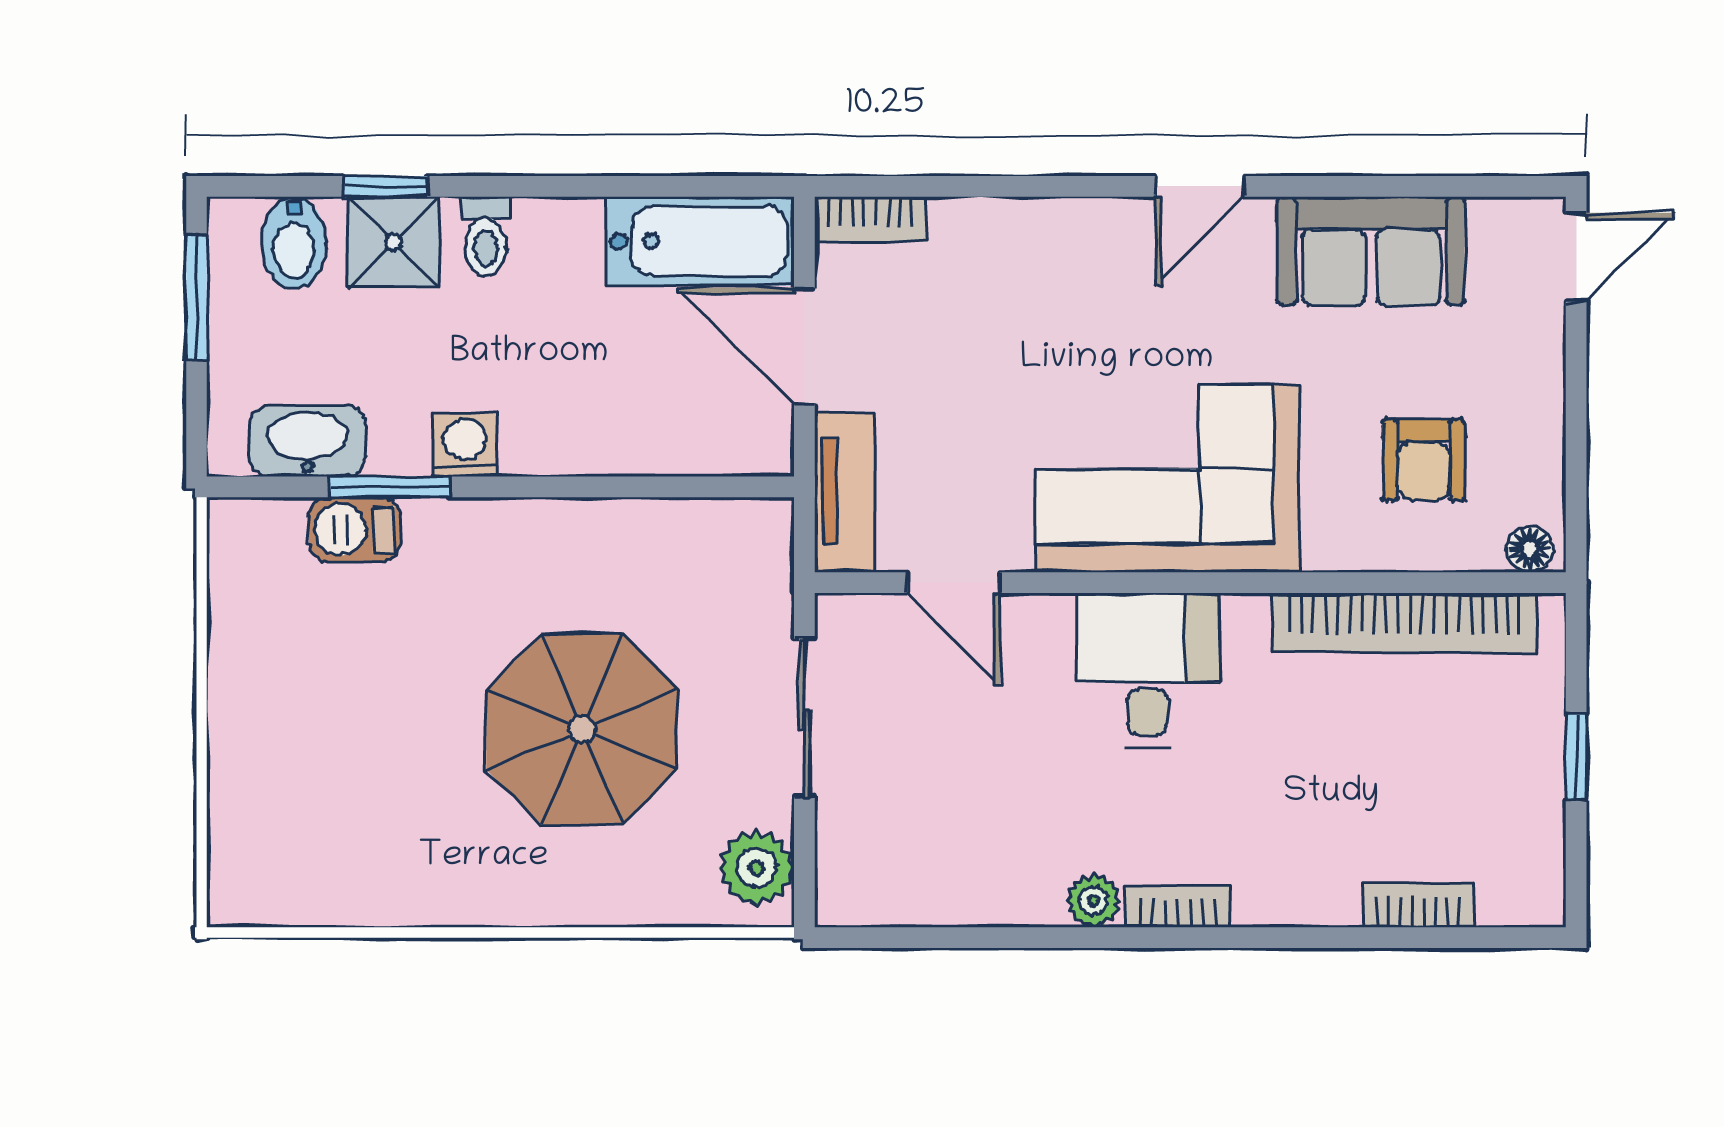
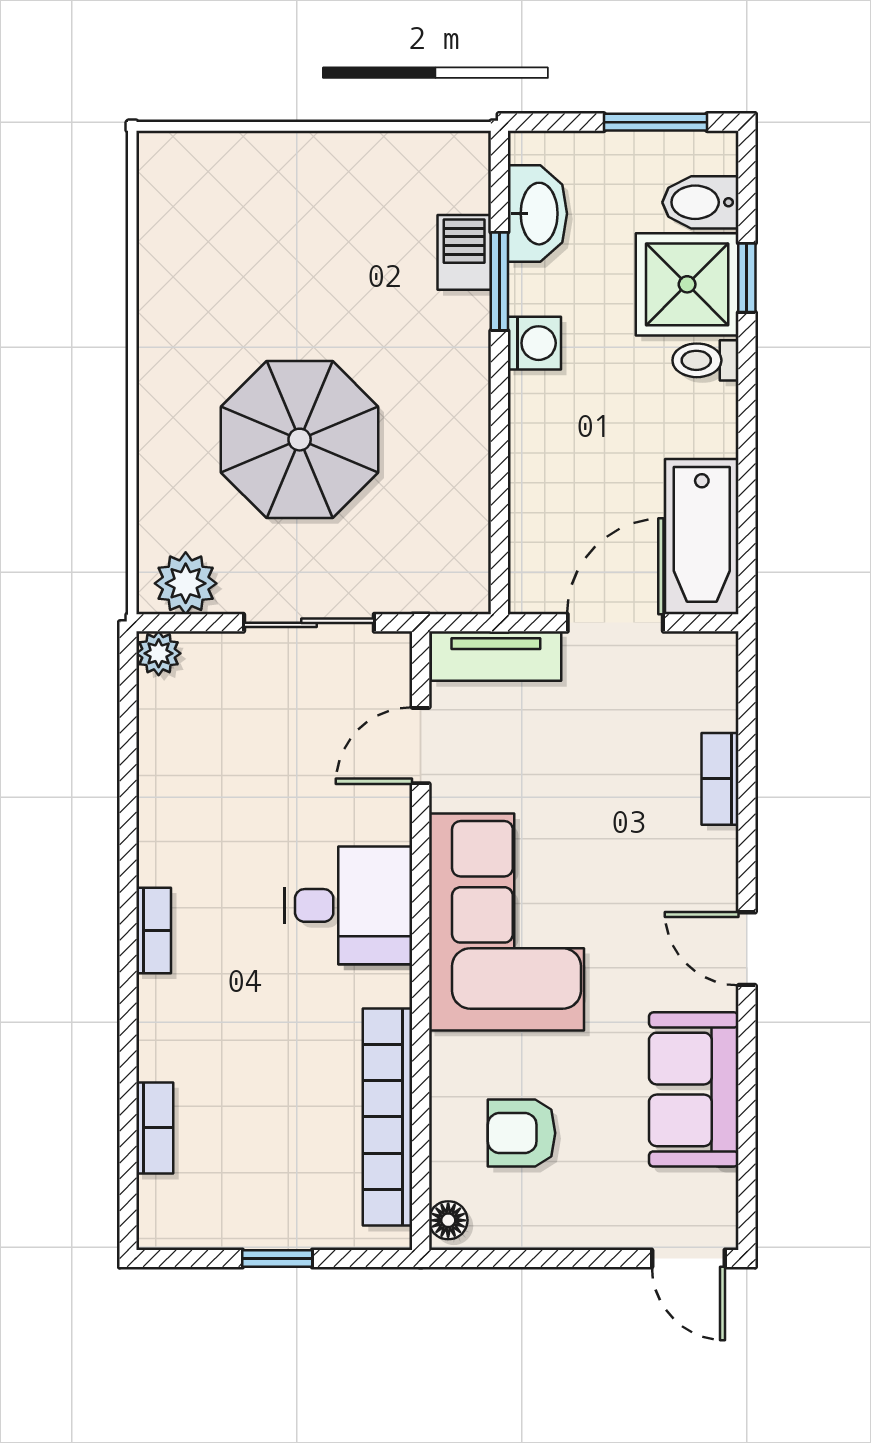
bookcase: (870, 219) -> (720, 779), moved
shower: (393, 242) -> (687, 284), width x1.36, depth x1.36
plant: (1093, 901) -> (159, 653), moved

